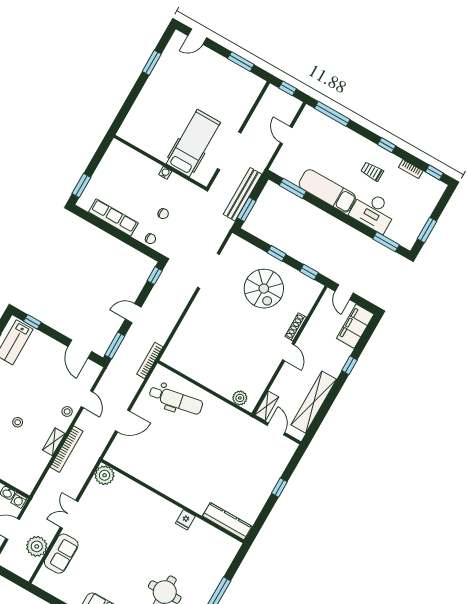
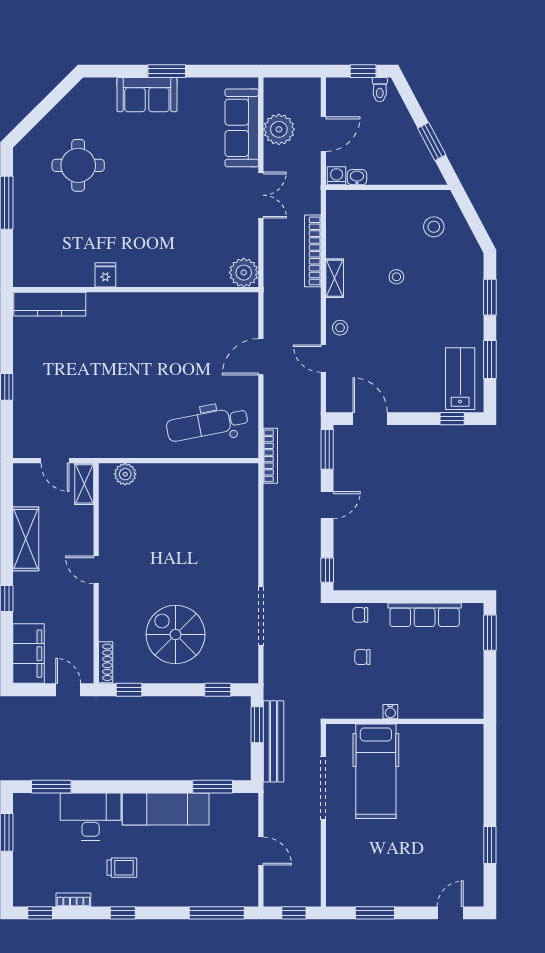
window: (277, 253) -> (218, 690), moved
shoe rack: (296, 327) -> (106, 662), moved
shelving: (314, 402) -> (26, 539), width x0.68
bookcase: (66, 449) -> (313, 251), moved
sofa: (61, 554) -> (242, 128), width x1.36

